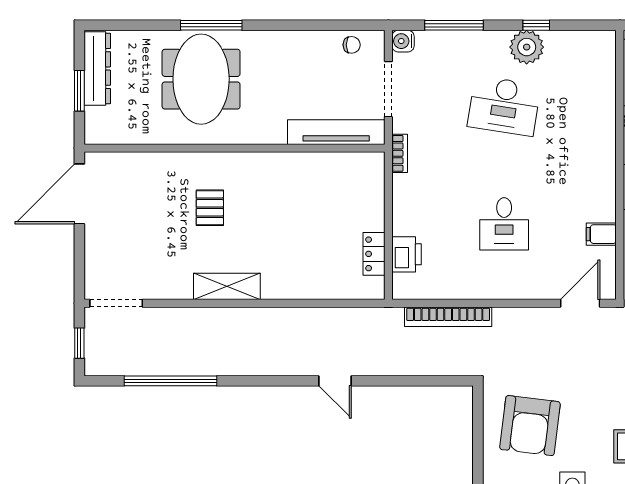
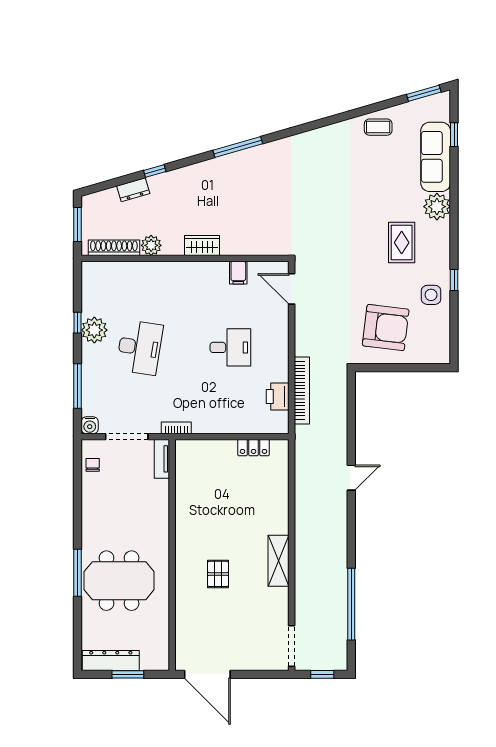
tv unit: (336, 132) -> (162, 459), width x0.52, depth x0.78
pallet: (210, 208) -> (218, 574), turned 90
printer: (407, 254) -> (278, 396), moved, turned -90

